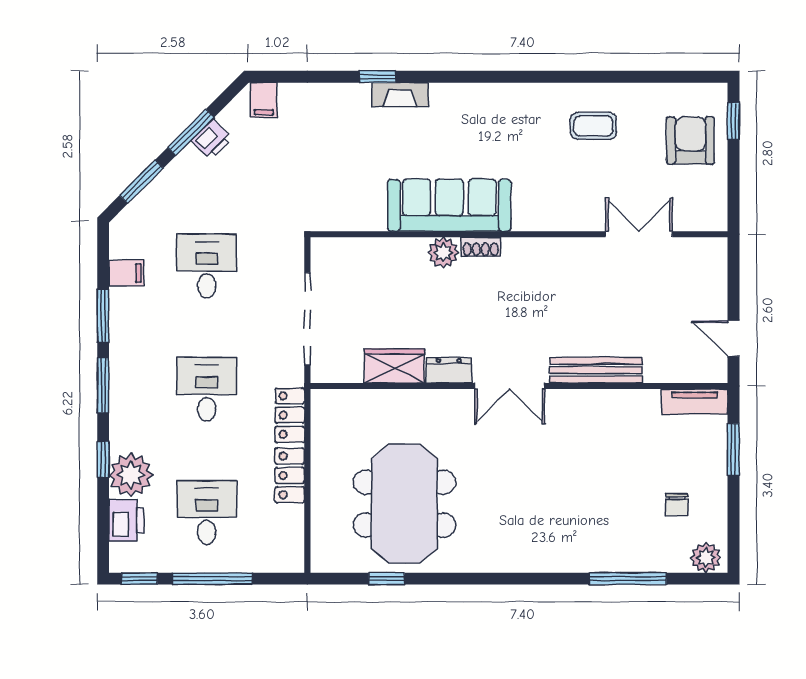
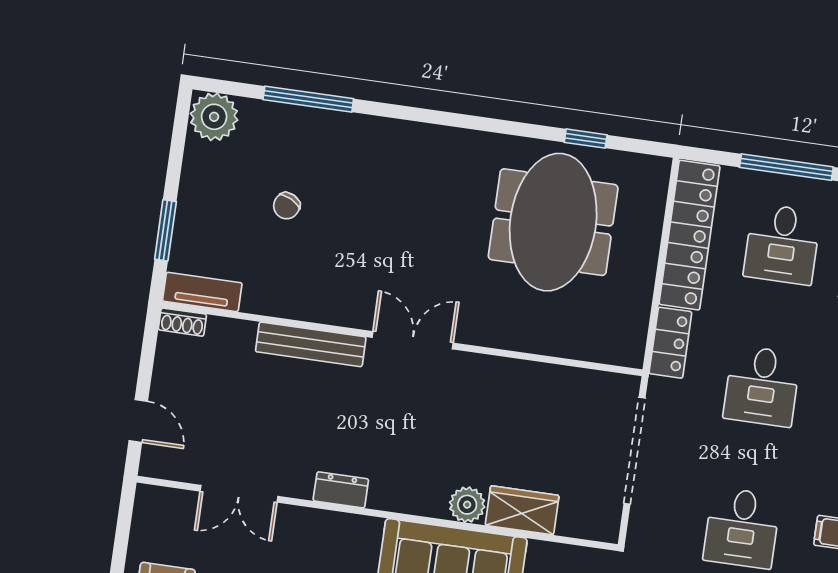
shoe rack: (481, 247) -> (182, 322), moved, turned 180
door: (733, 338) -> (138, 421), moved
wardrobe: (394, 366) -> (522, 510), moved, turned 180
dresser: (449, 370) -> (341, 490), moved, turned 180
locker: (290, 475) -> (689, 235), width x2.16, depth x1.21
chair: (677, 505) -> (287, 206), moved, turned -152
plant: (706, 558) -> (214, 117), width x1.36, depth x1.36

